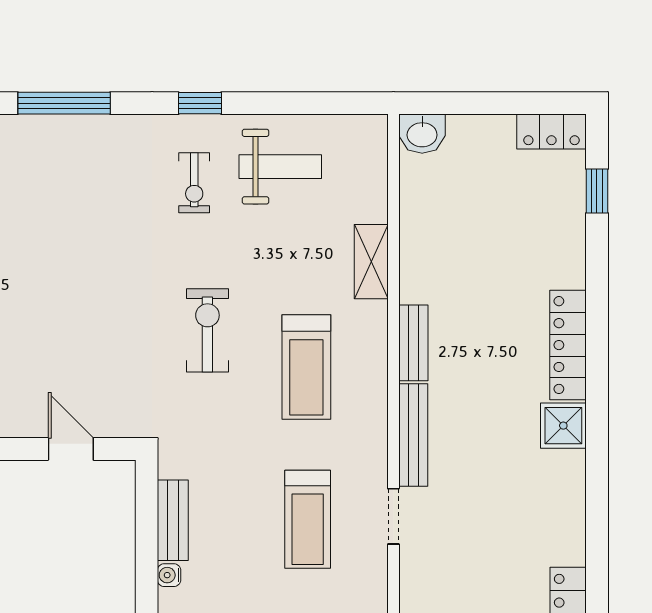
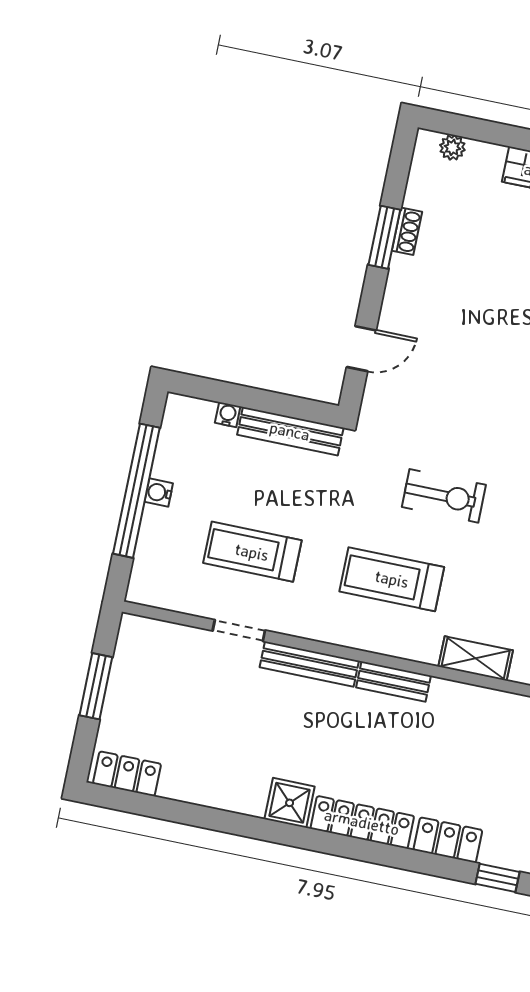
locker: (568, 251) -> (448, 840), added
bench: (173, 520) -> (290, 431), width x1.36

